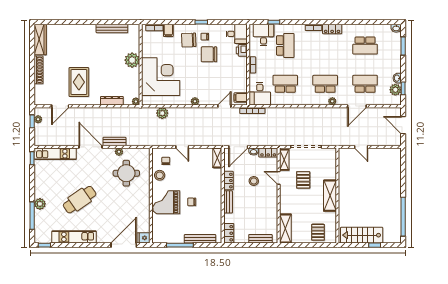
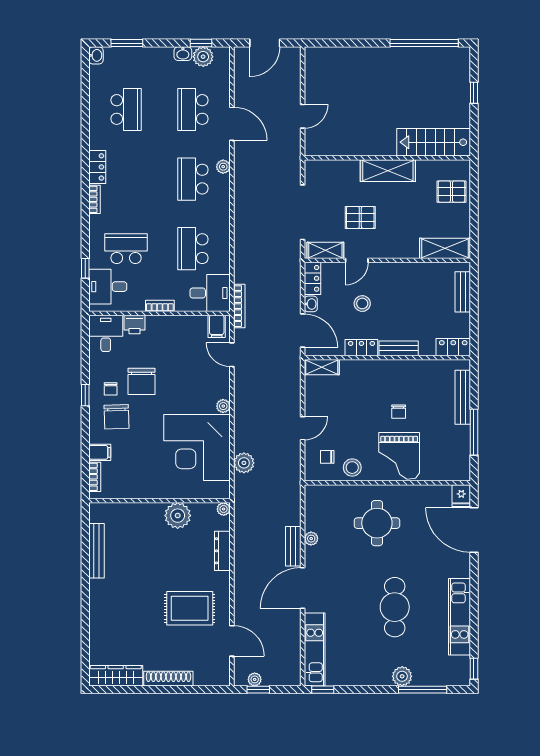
plant: (132, 60) -> (178, 516), moved
corner desk: (161, 77) -> (197, 448), moved, turned -90
round table: (126, 173) -> (377, 523), moved
cafe table: (80, 200) -> (395, 607), turned 35
stairs: (362, 235) -> (434, 142), moved, turned 90

